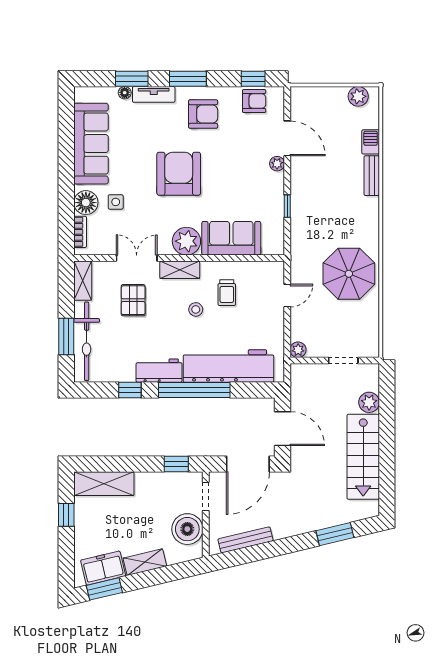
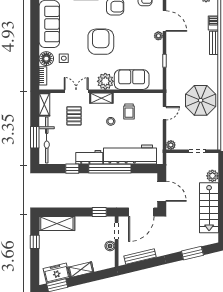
boiler: (187, 529) -> (110, 246), width x0.54, depth x0.54

